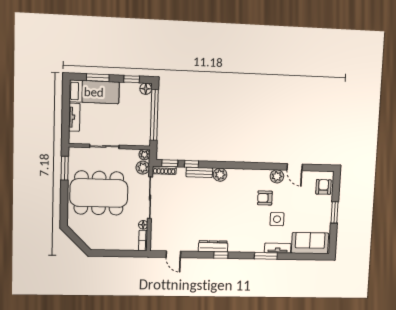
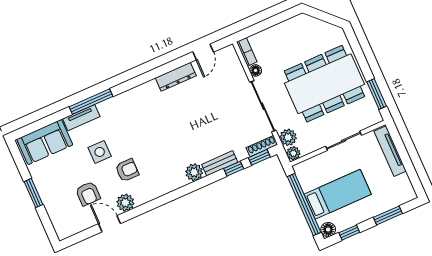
bed: (94, 92) -> (338, 194), moved, turned 180
tv unit: (74, 117) -> (390, 151), width x1.41
armchair: (323, 187) -> (88, 194), moved
dresser: (213, 246) -> (176, 77), moved
door: (173, 254) -> (203, 52), swing flipped
window: (221, 255) -> (146, 77), removed
window: (266, 256) -> (91, 102), width x1.44

